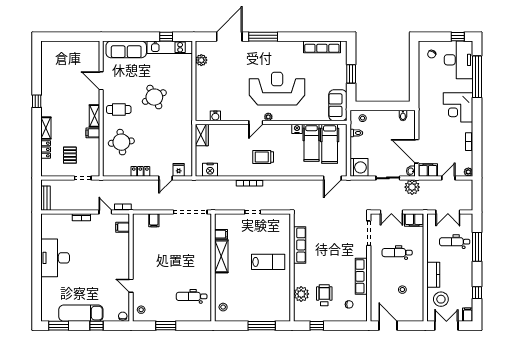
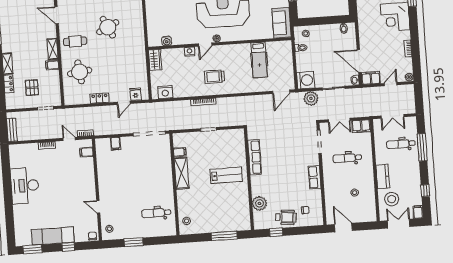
nightstand: (297, 129) -> (190, 52), moved
hospital bed: (330, 144) -> (276, 60), removed
plant: (412, 187) -> (311, 98), moved
row of seats: (361, 276) -> (315, 177), width x0.68
wheelchair: (324, 295) -> (286, 217), moved, turned 96

